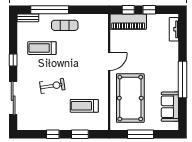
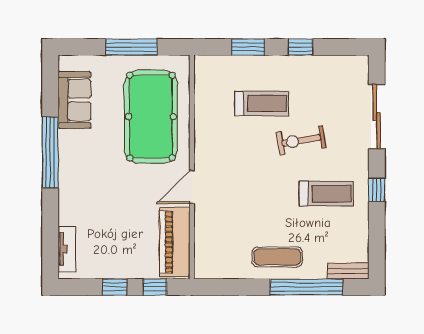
piano: (128, 22) -> (175, 242), moved, turned -90
treadmill: (42, 48) -> (326, 194), moved
treadmill: (84, 106) -> (262, 103), moved

